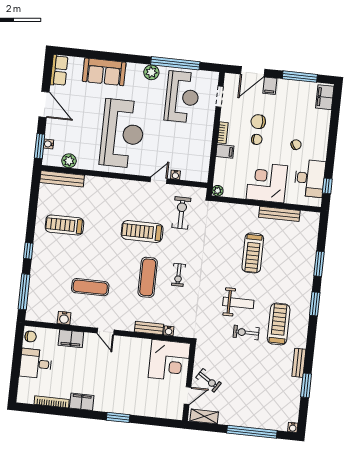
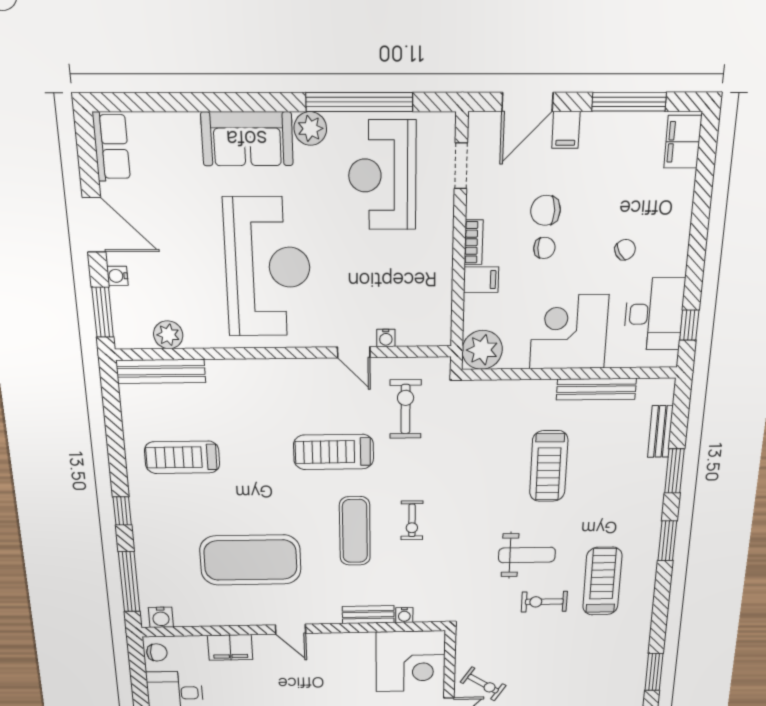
sofa: (104, 72) -> (247, 139), moved
reception desk: (182, 97) -> (382, 175), turned 180
water cooler: (49, 144) -> (117, 276), moved
door: (159, 180) -> (354, 352), swing flipped
plant: (218, 191) -> (482, 350), width x1.88, depth x1.88
exercise mat: (90, 287) -> (250, 560), width x2.00, depth x1.45
water cooler: (64, 318) -> (161, 617), moved
bench: (299, 363) -> (660, 432), moved

